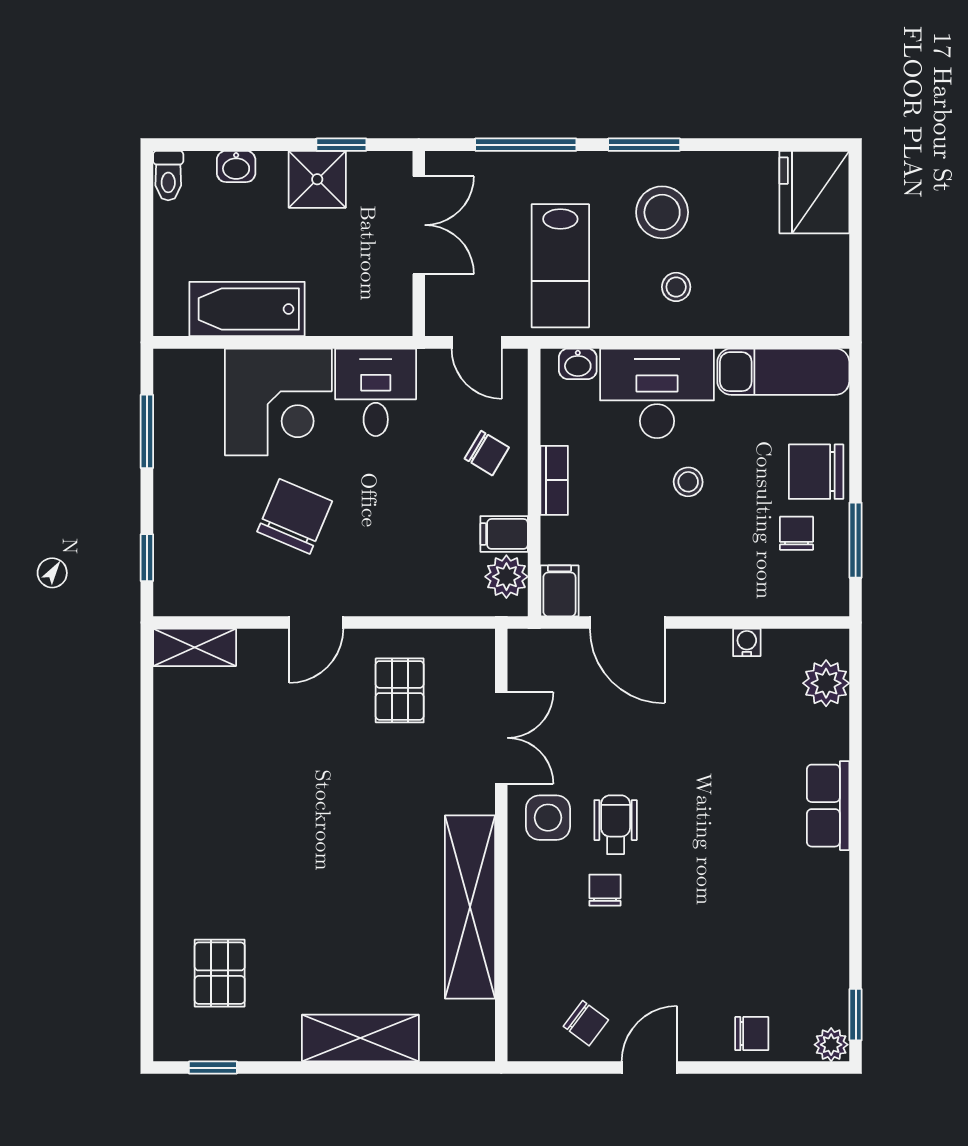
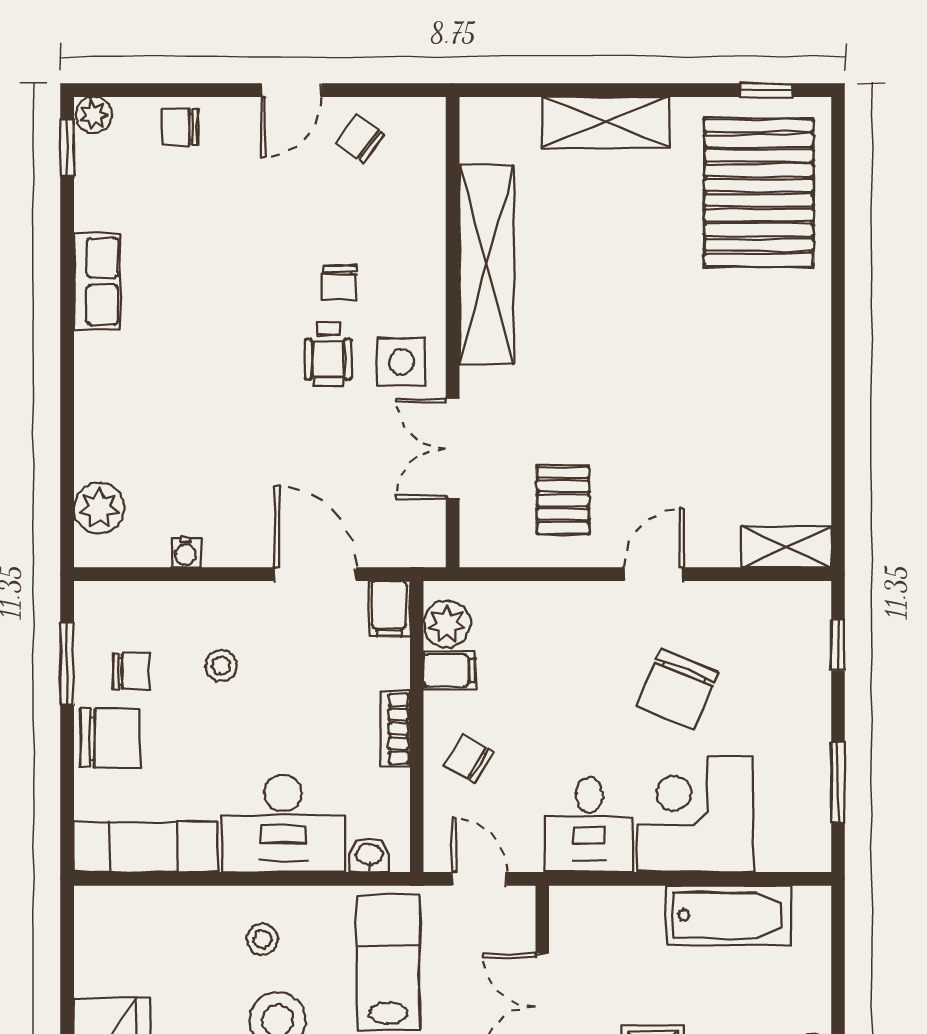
stool: (688, 482) -> (221, 666), moved
chair: (797, 533) -> (131, 671), turned -90
row of seats: (828, 806) -> (97, 281), moved
pallet: (220, 973) -> (759, 193), width x2.05, depth x2.00

